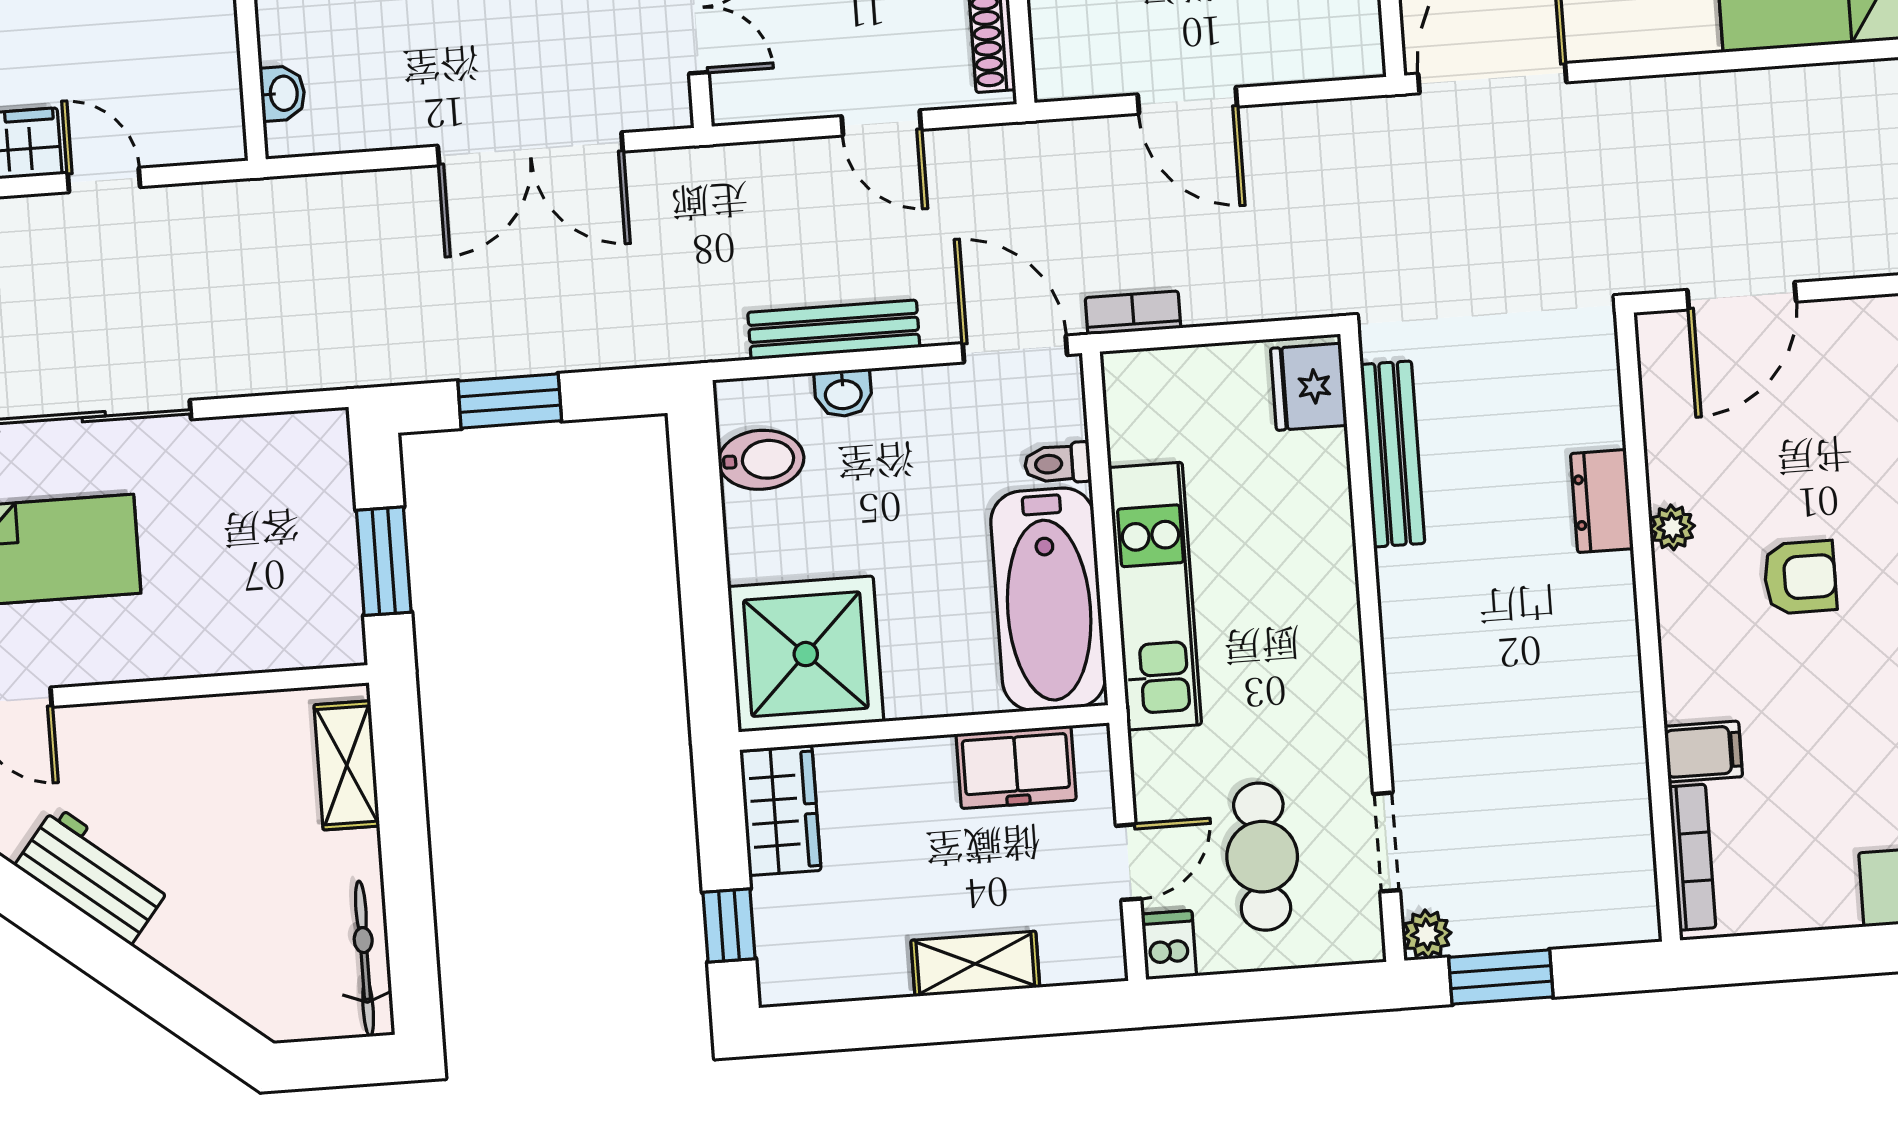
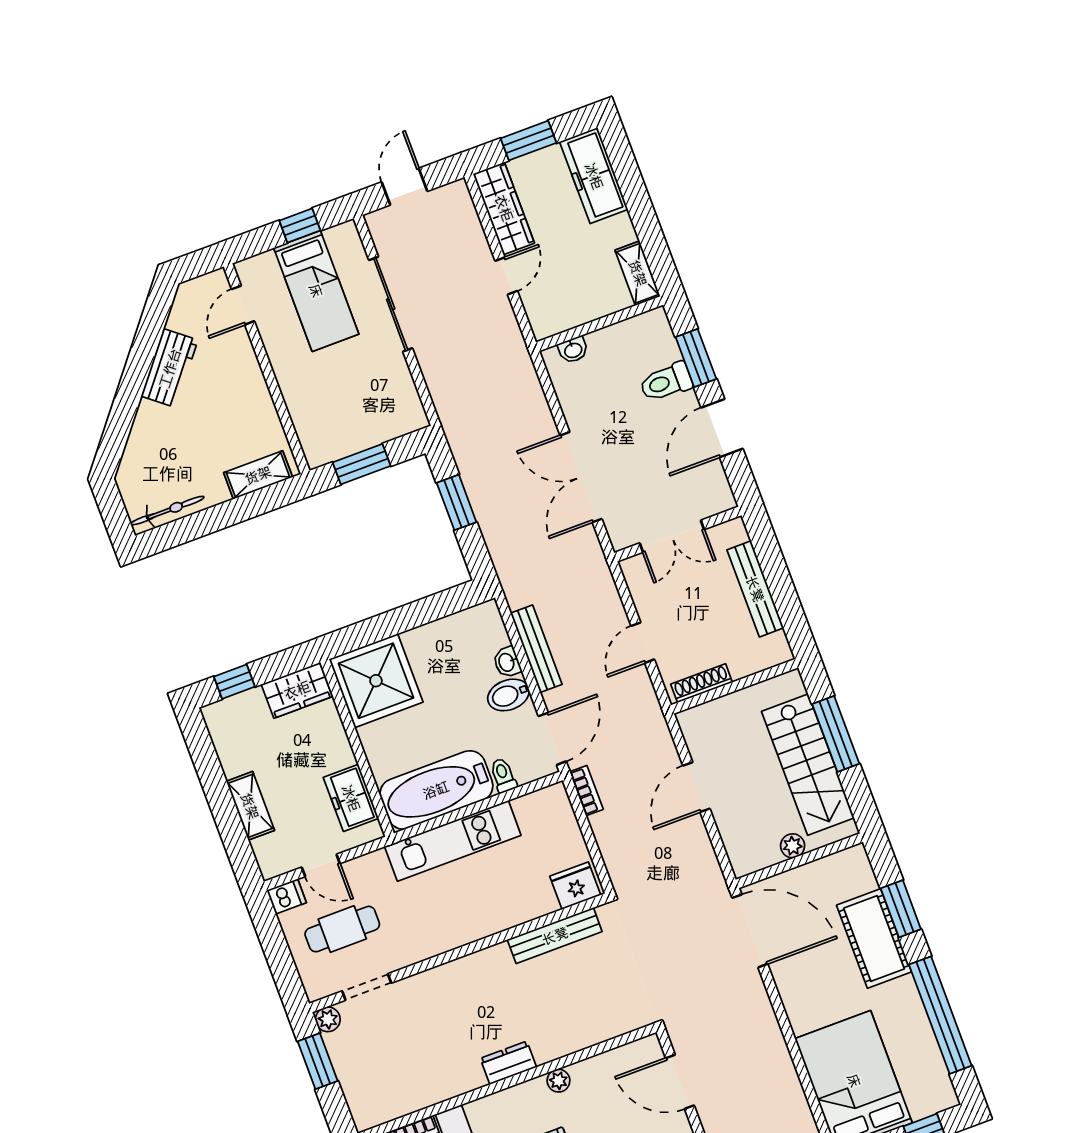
bidet: (761, 460) -> (508, 695), moved, turned 90
dresser: (1602, 501) -> (508, 1063), moved

